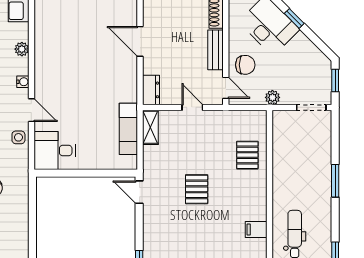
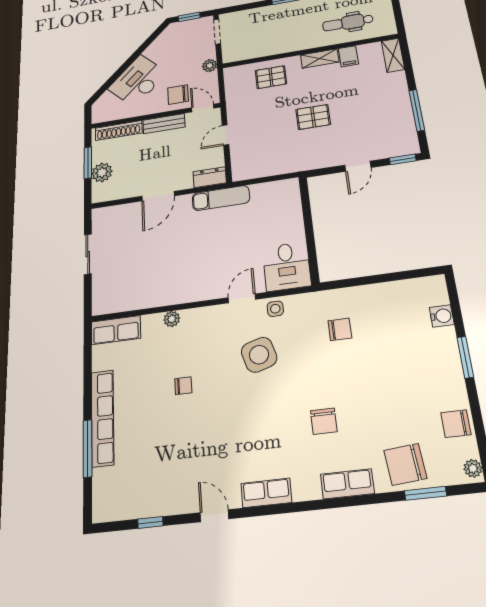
window: (294, 18) -> (130, 61), removed
chair: (245, 65) -> (178, 95), turned -90
water cooler: (23, 82) -> (209, 313), removed
door: (226, 88) -> (203, 108), hinge flipped
shelving: (150, 127) -> (320, 58), moved
exam couch: (128, 129) -> (221, 198), moved
door: (139, 192) -> (358, 166), moved

